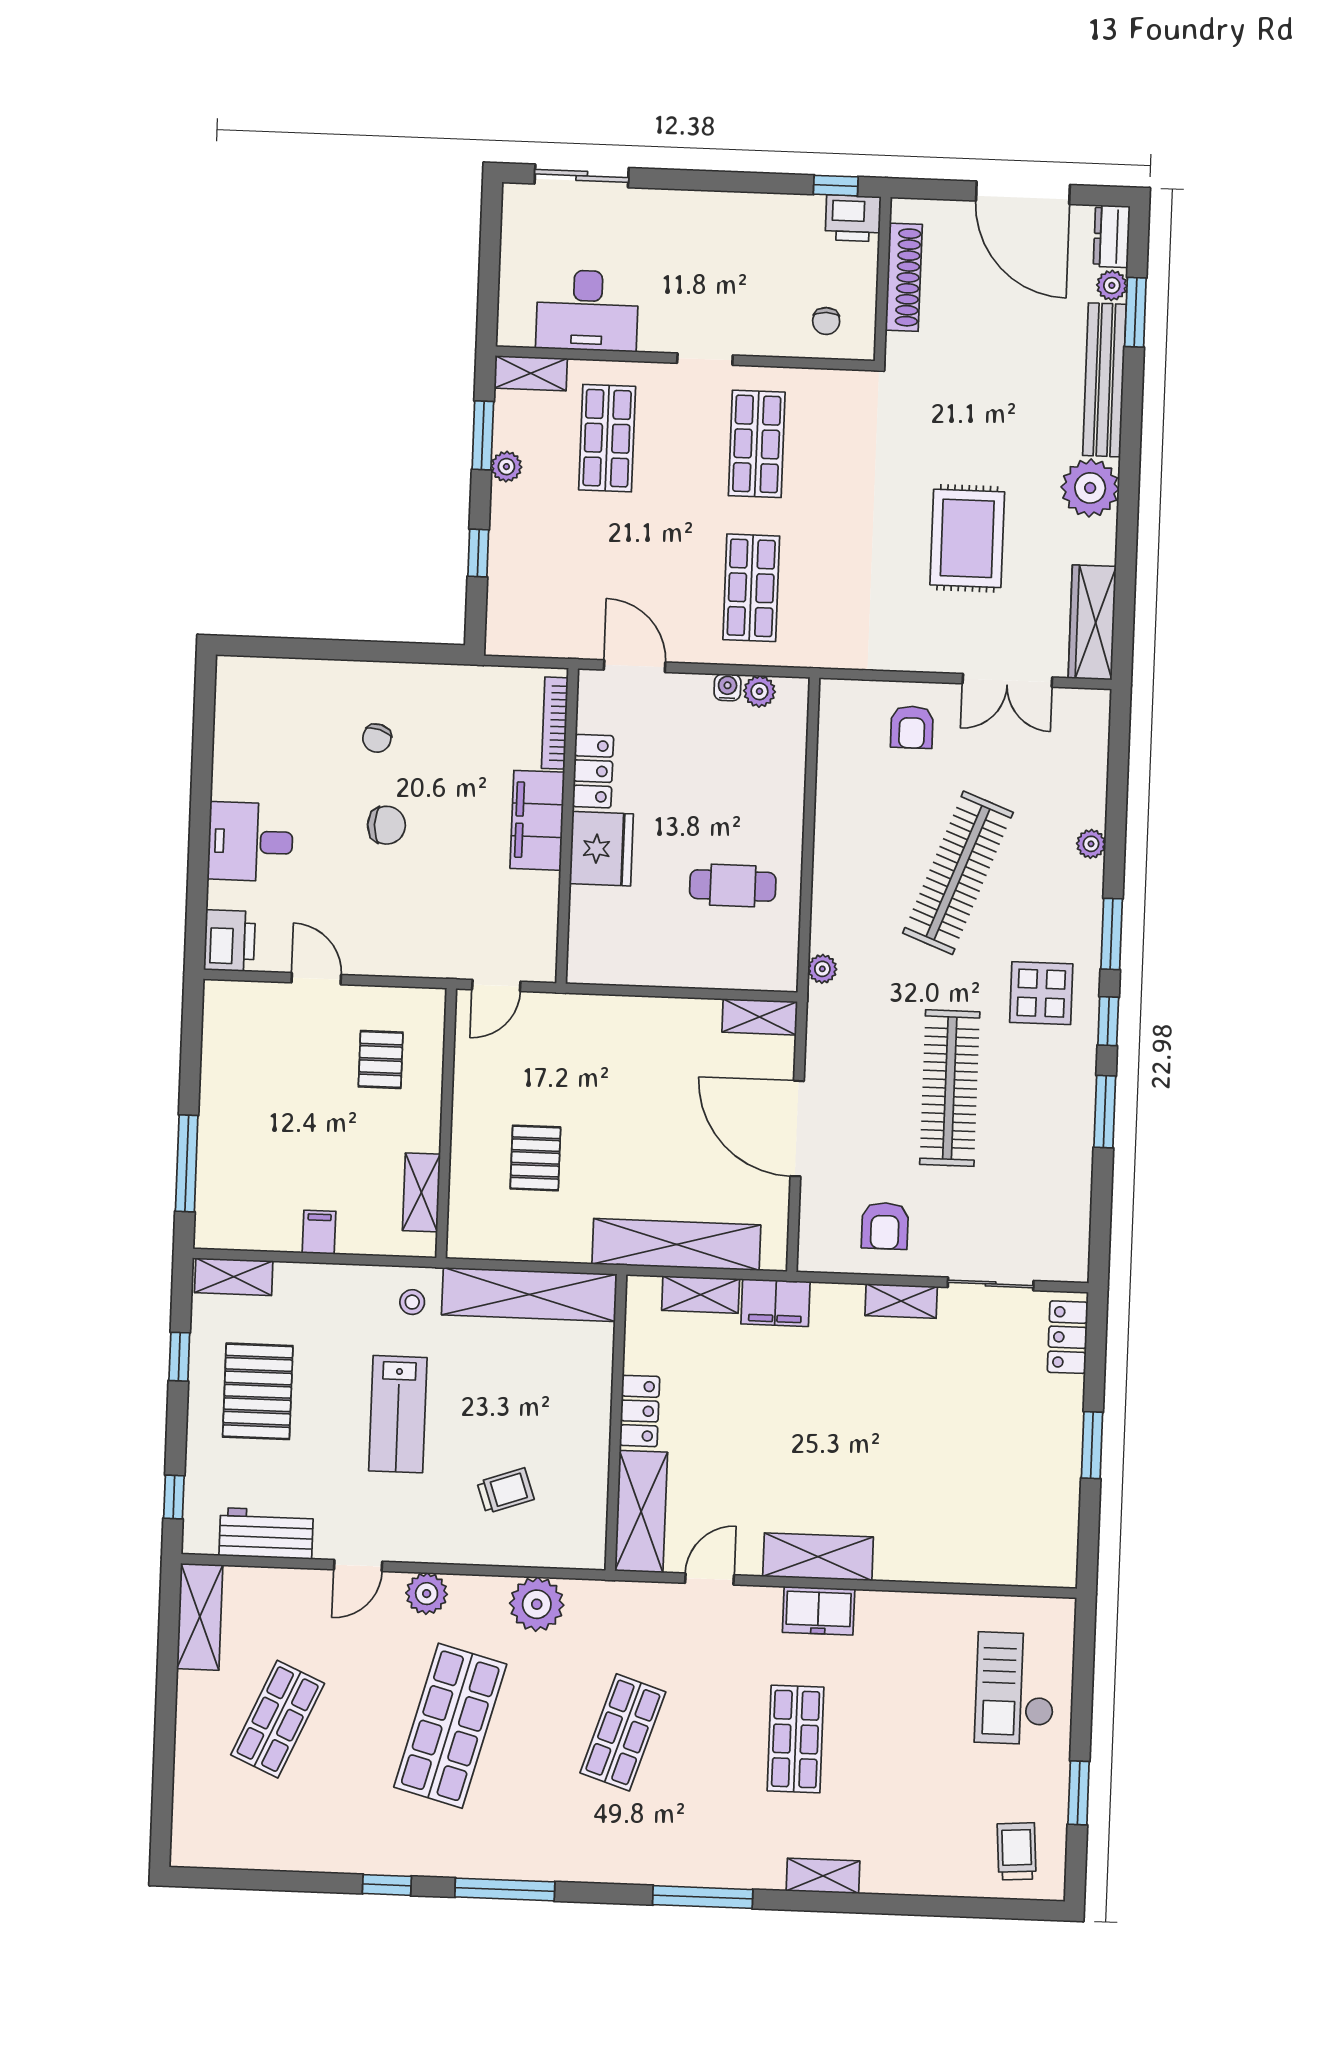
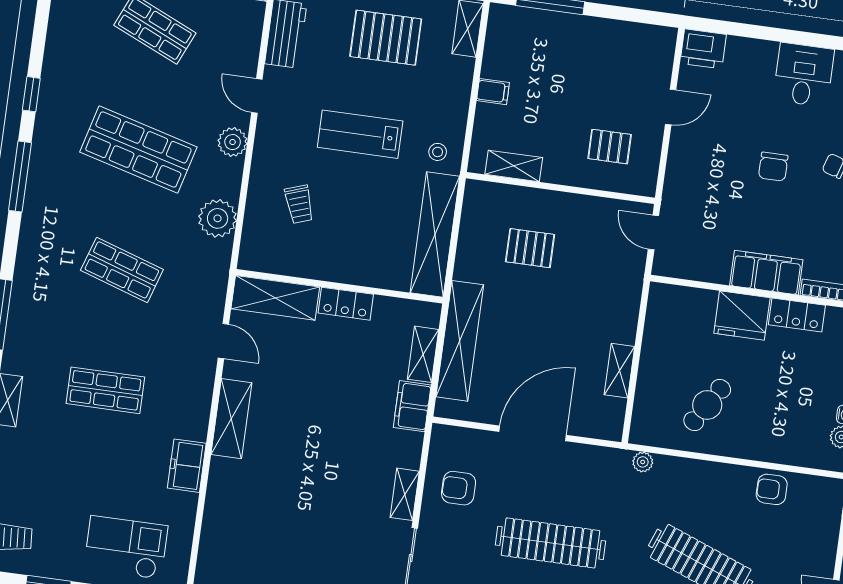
armchair: (912, 727) -> (772, 489), moved
desk: (250, 842) -> (804, 75), moved
cafe table: (733, 886) -> (707, 405), turned 32
shelving: (760, 1017) -> (619, 371), moved
freezer: (819, 1611) -> (187, 466), moved

